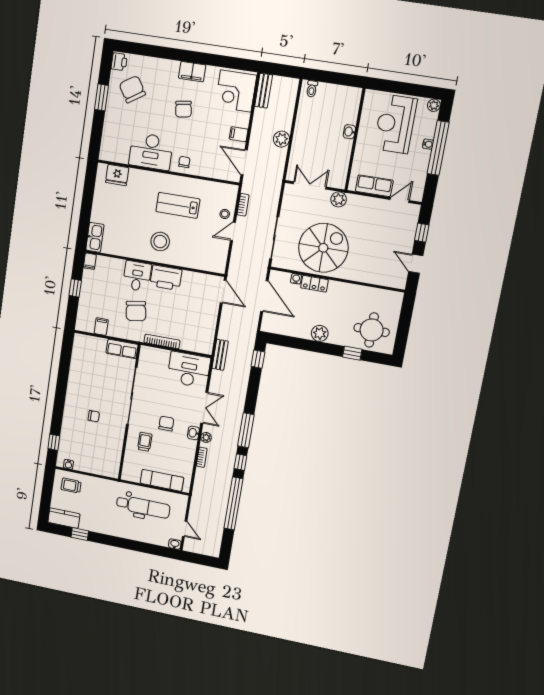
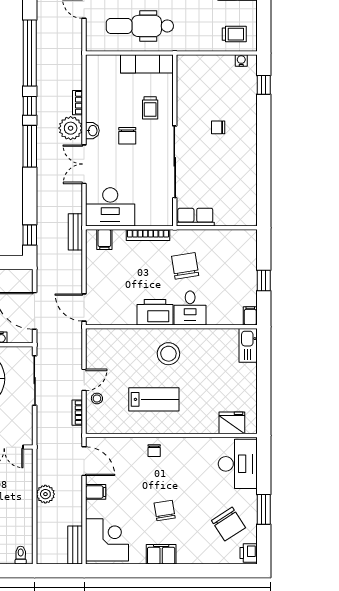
desk: (151, 151) -> (238, 464), moved, turned 90
filing cabinet: (101, 327) -> (104, 239), moved
plant: (206, 437) -> (71, 128), width x1.88, depth x1.88
exam couch: (162, 480) -> (147, 64), moved

